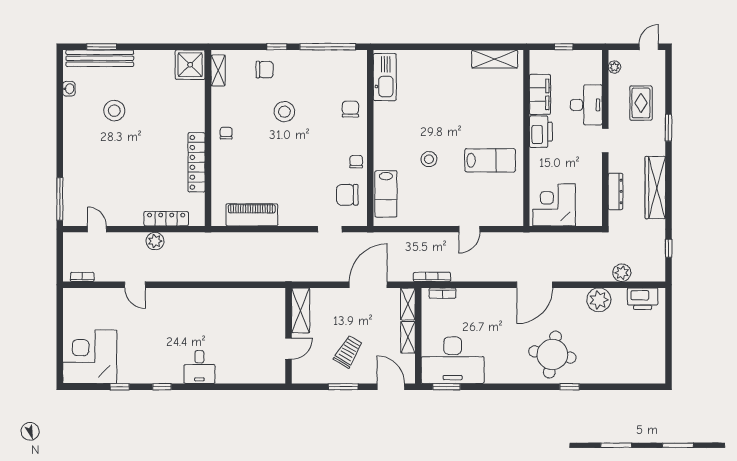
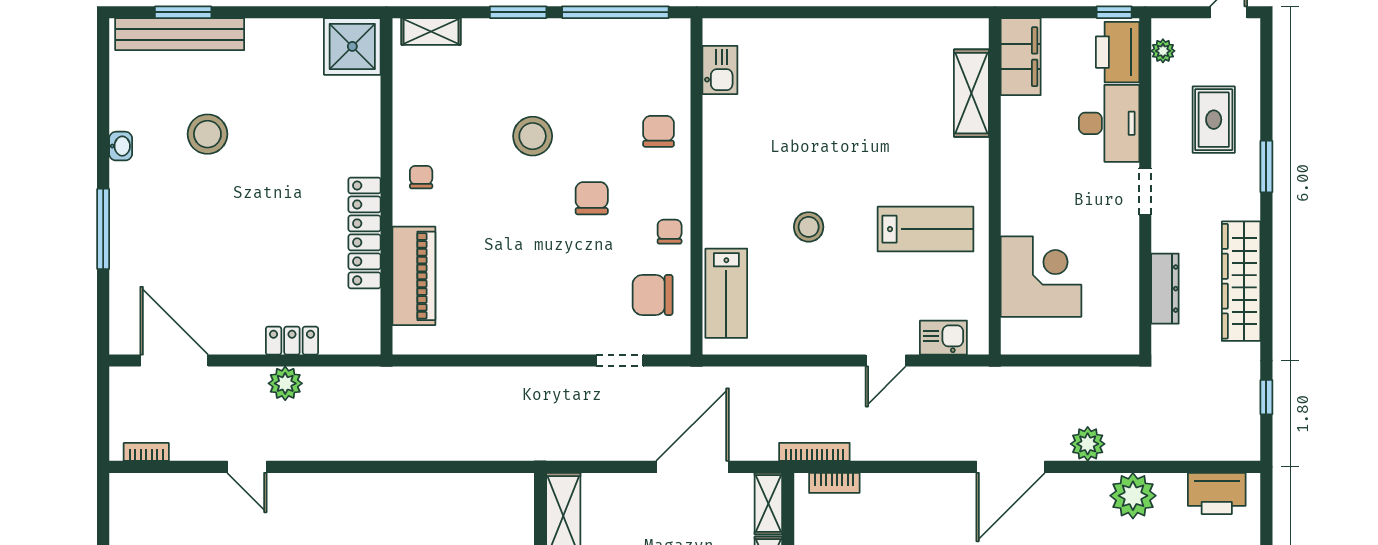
window: (277, 47) -> (518, 12), width x1.50
window: (564, 47) -> (1114, 12), moved
shelving: (495, 59) -> (971, 93), moved, turned 90
shelving: (218, 70) -> (431, 31), moved, turned 90
chair: (265, 70) -> (592, 198), moved, turned -90
kitchen sink: (385, 77) -> (720, 70), width x0.53, depth x0.81
washbasin: (69, 89) -> (121, 146), moved
filing cabinet: (540, 94) -> (1021, 57), moved
printer: (541, 132) -> (1118, 52), moved, turned 180
window: (60, 199) -> (103, 229), moved
corner desk: (554, 205) -> (1041, 277), moved, turned 90
piano: (252, 215) -> (414, 276), moved, turned 90
kitchen sink: (500, 217) -> (943, 338), added
locker: (166, 219) -> (292, 341), width x0.66
door: (97, 229) -> (174, 361), width x1.88
plant: (622, 273) -> (1088, 444), moved

